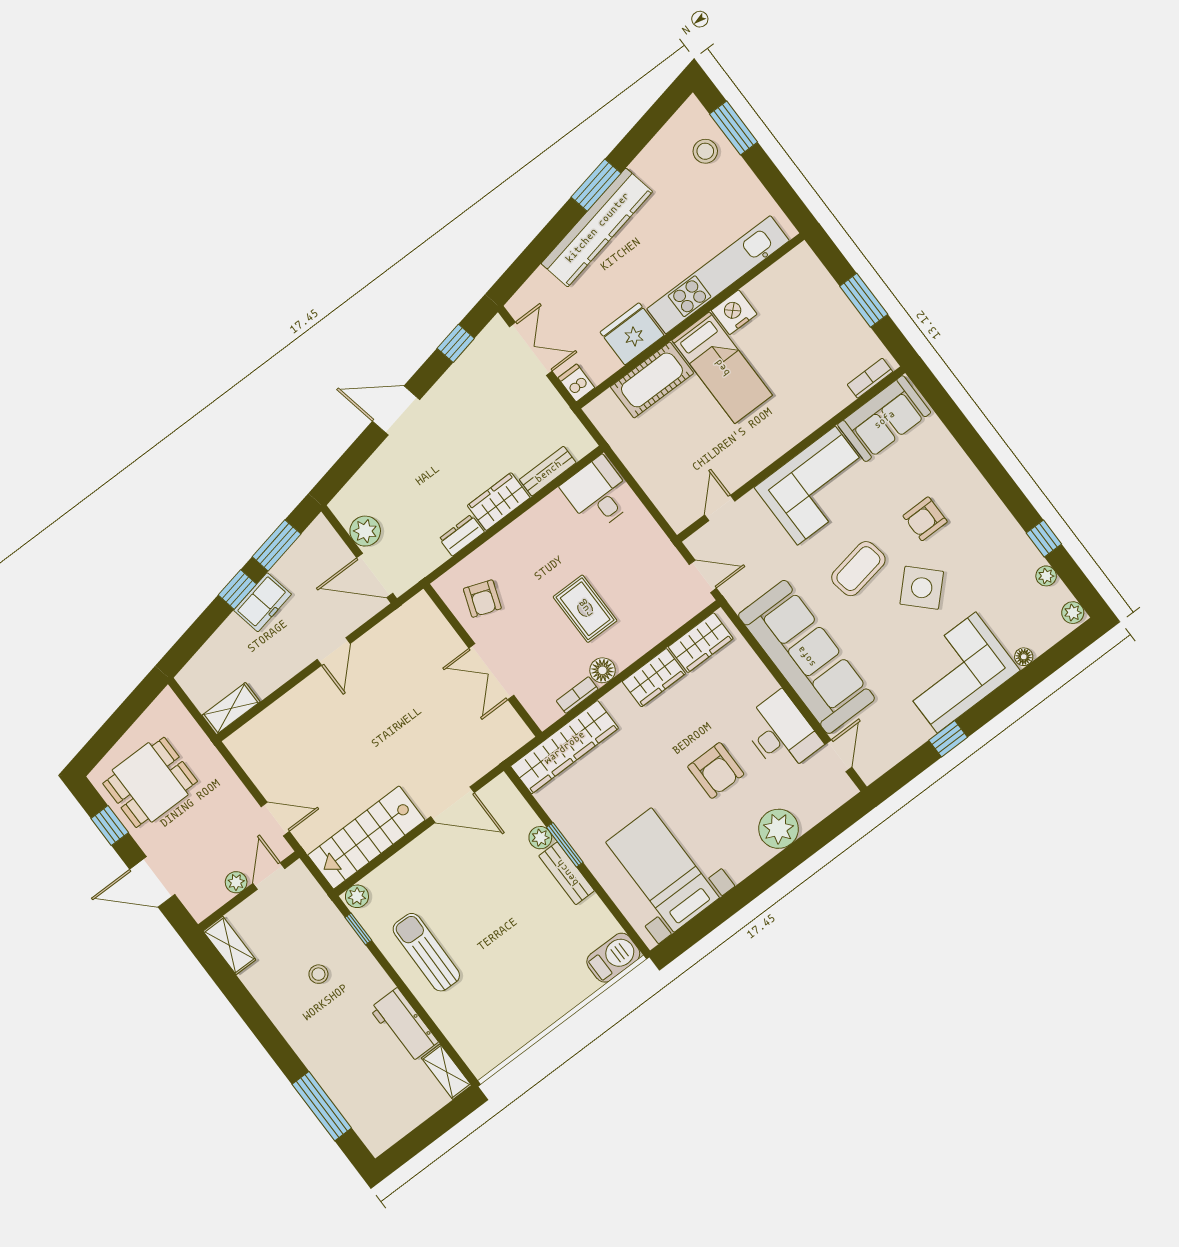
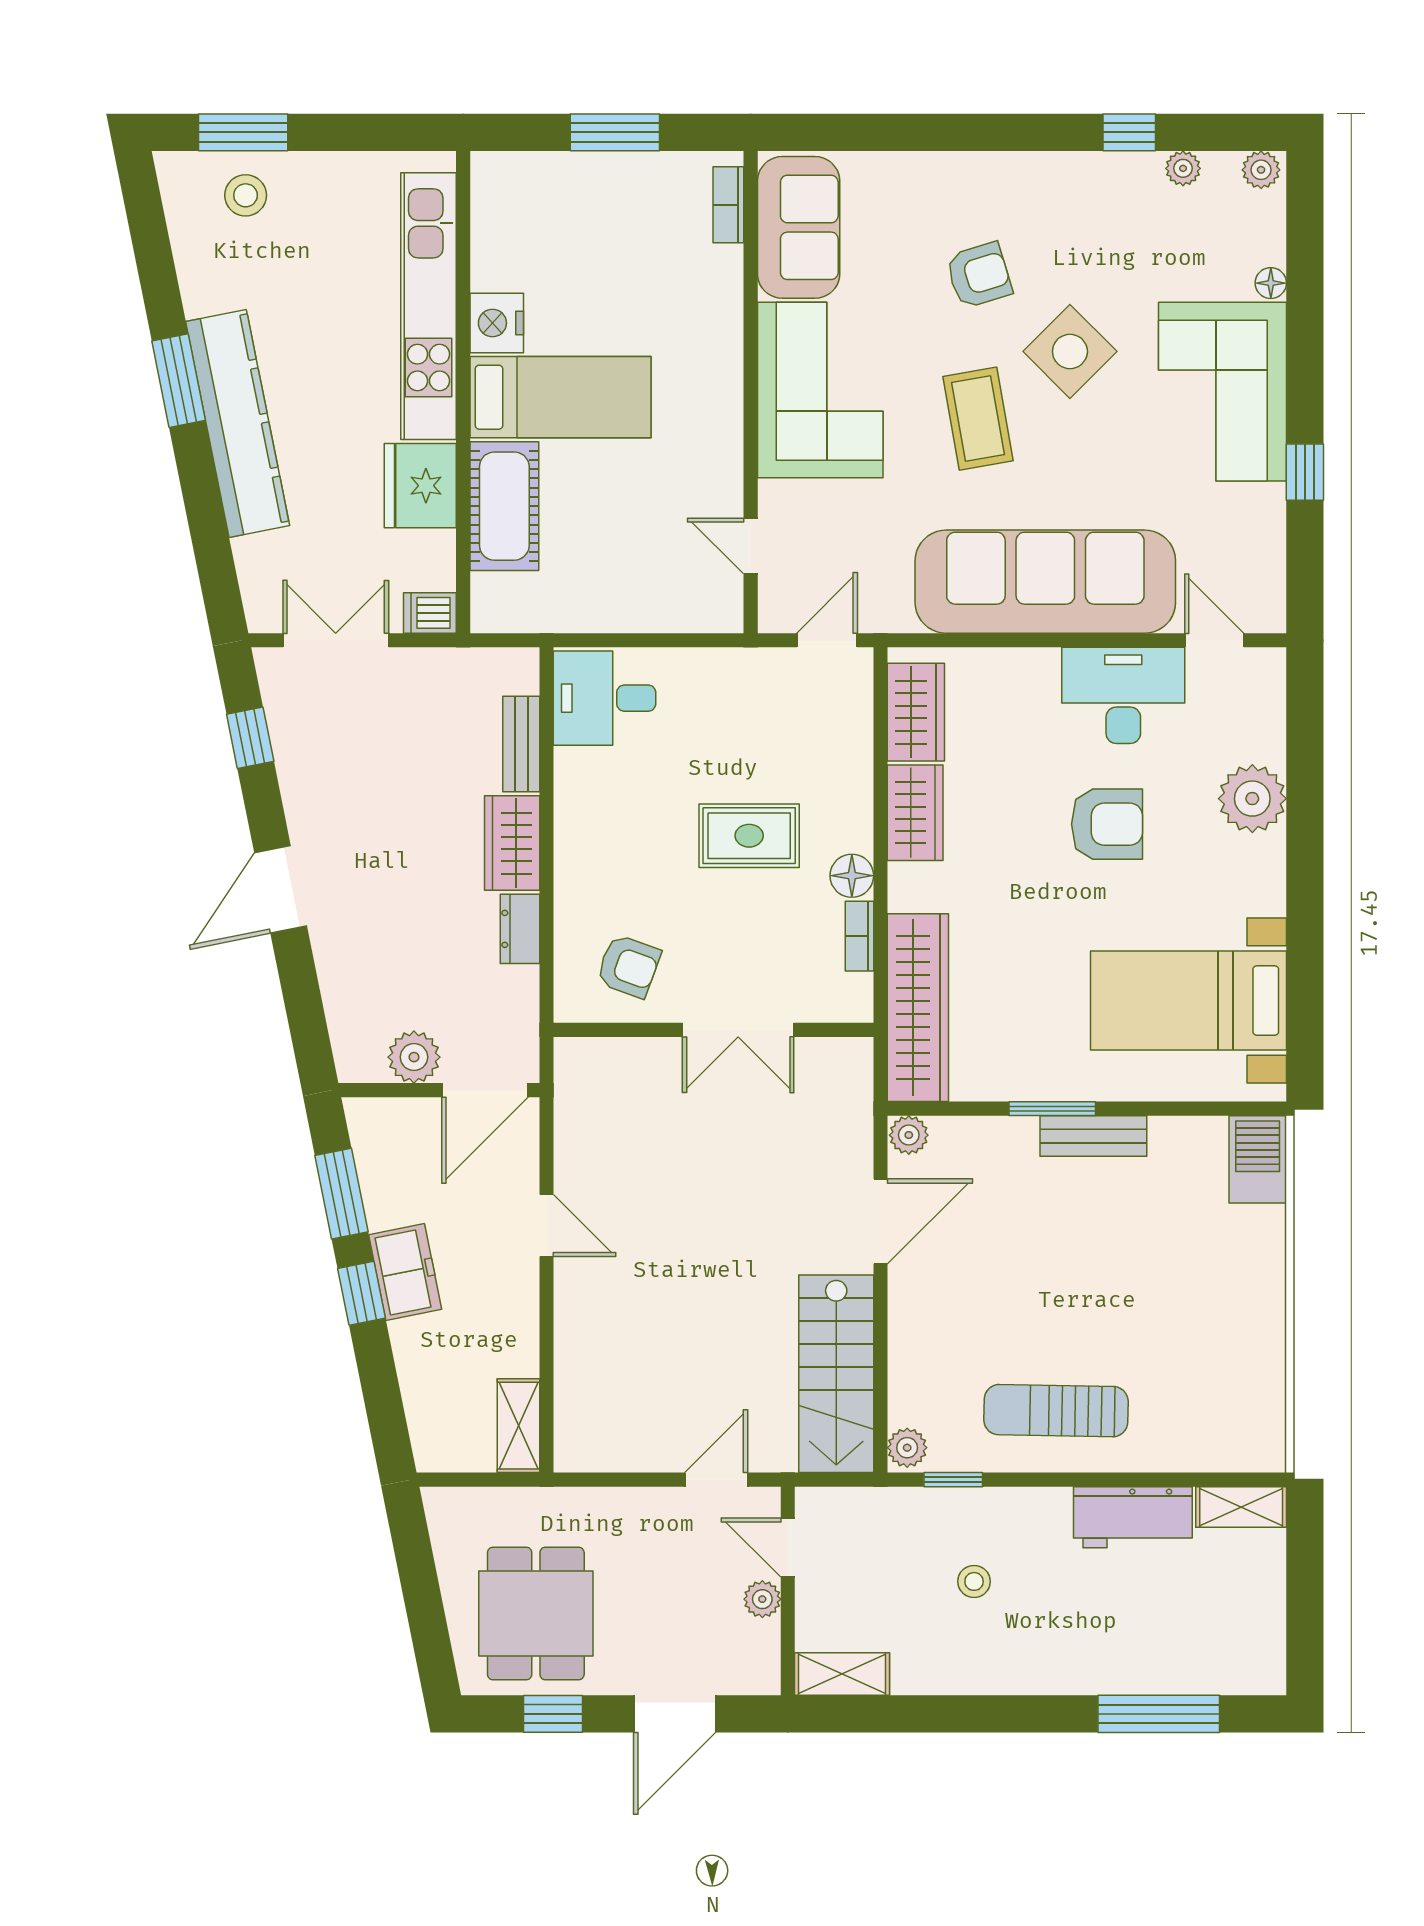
armchair: (925, 519) -> (979, 275), turned -107
plant: (540, 838) -> (909, 1135), moved

